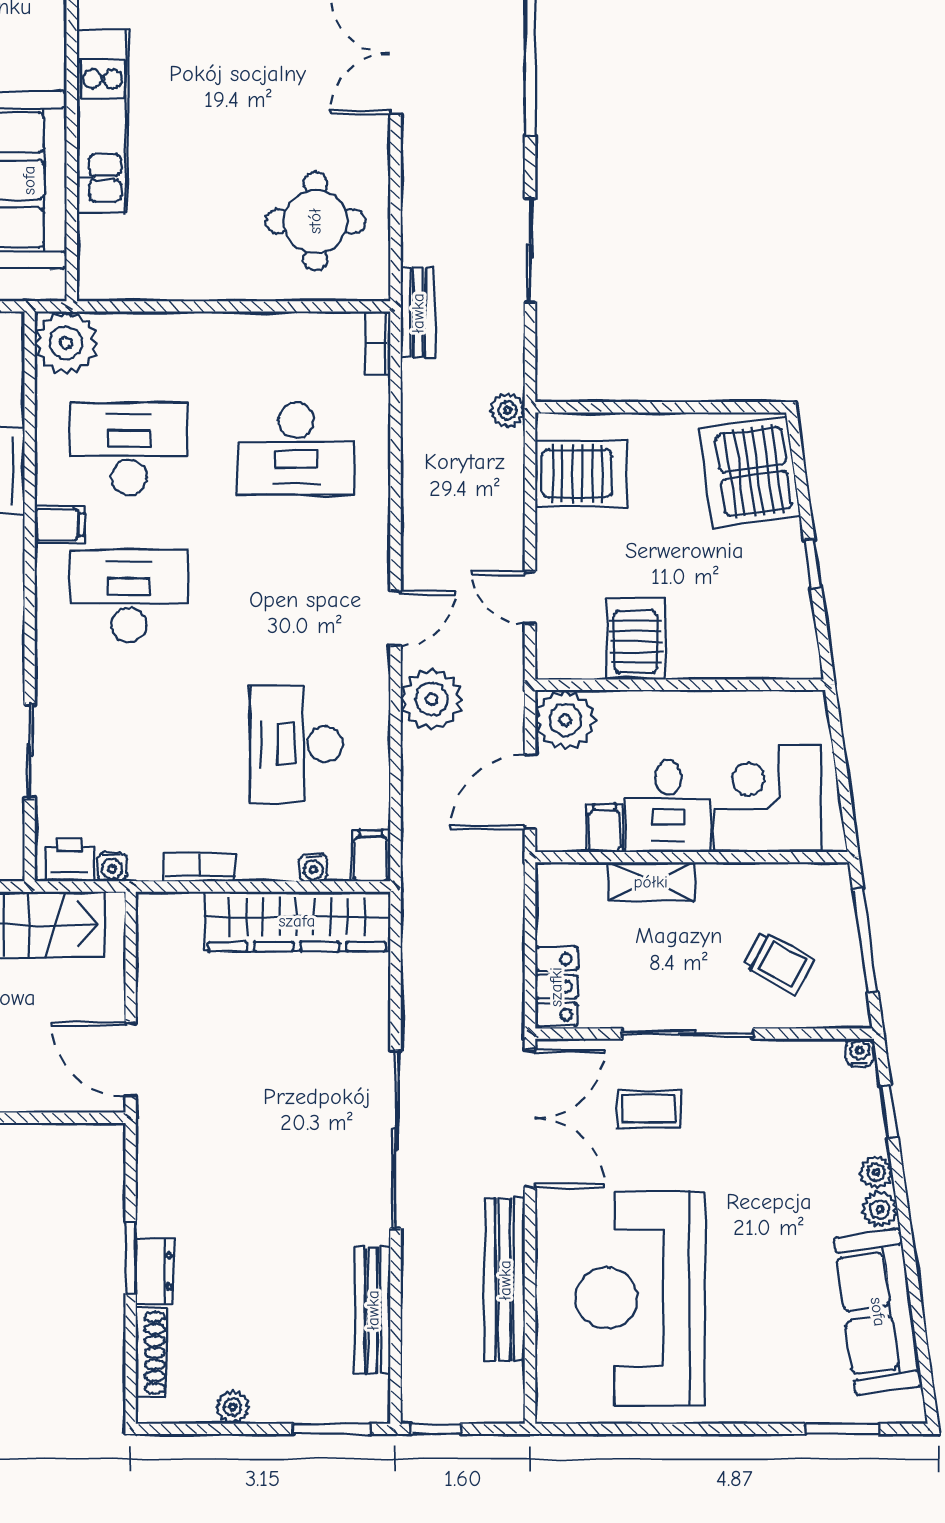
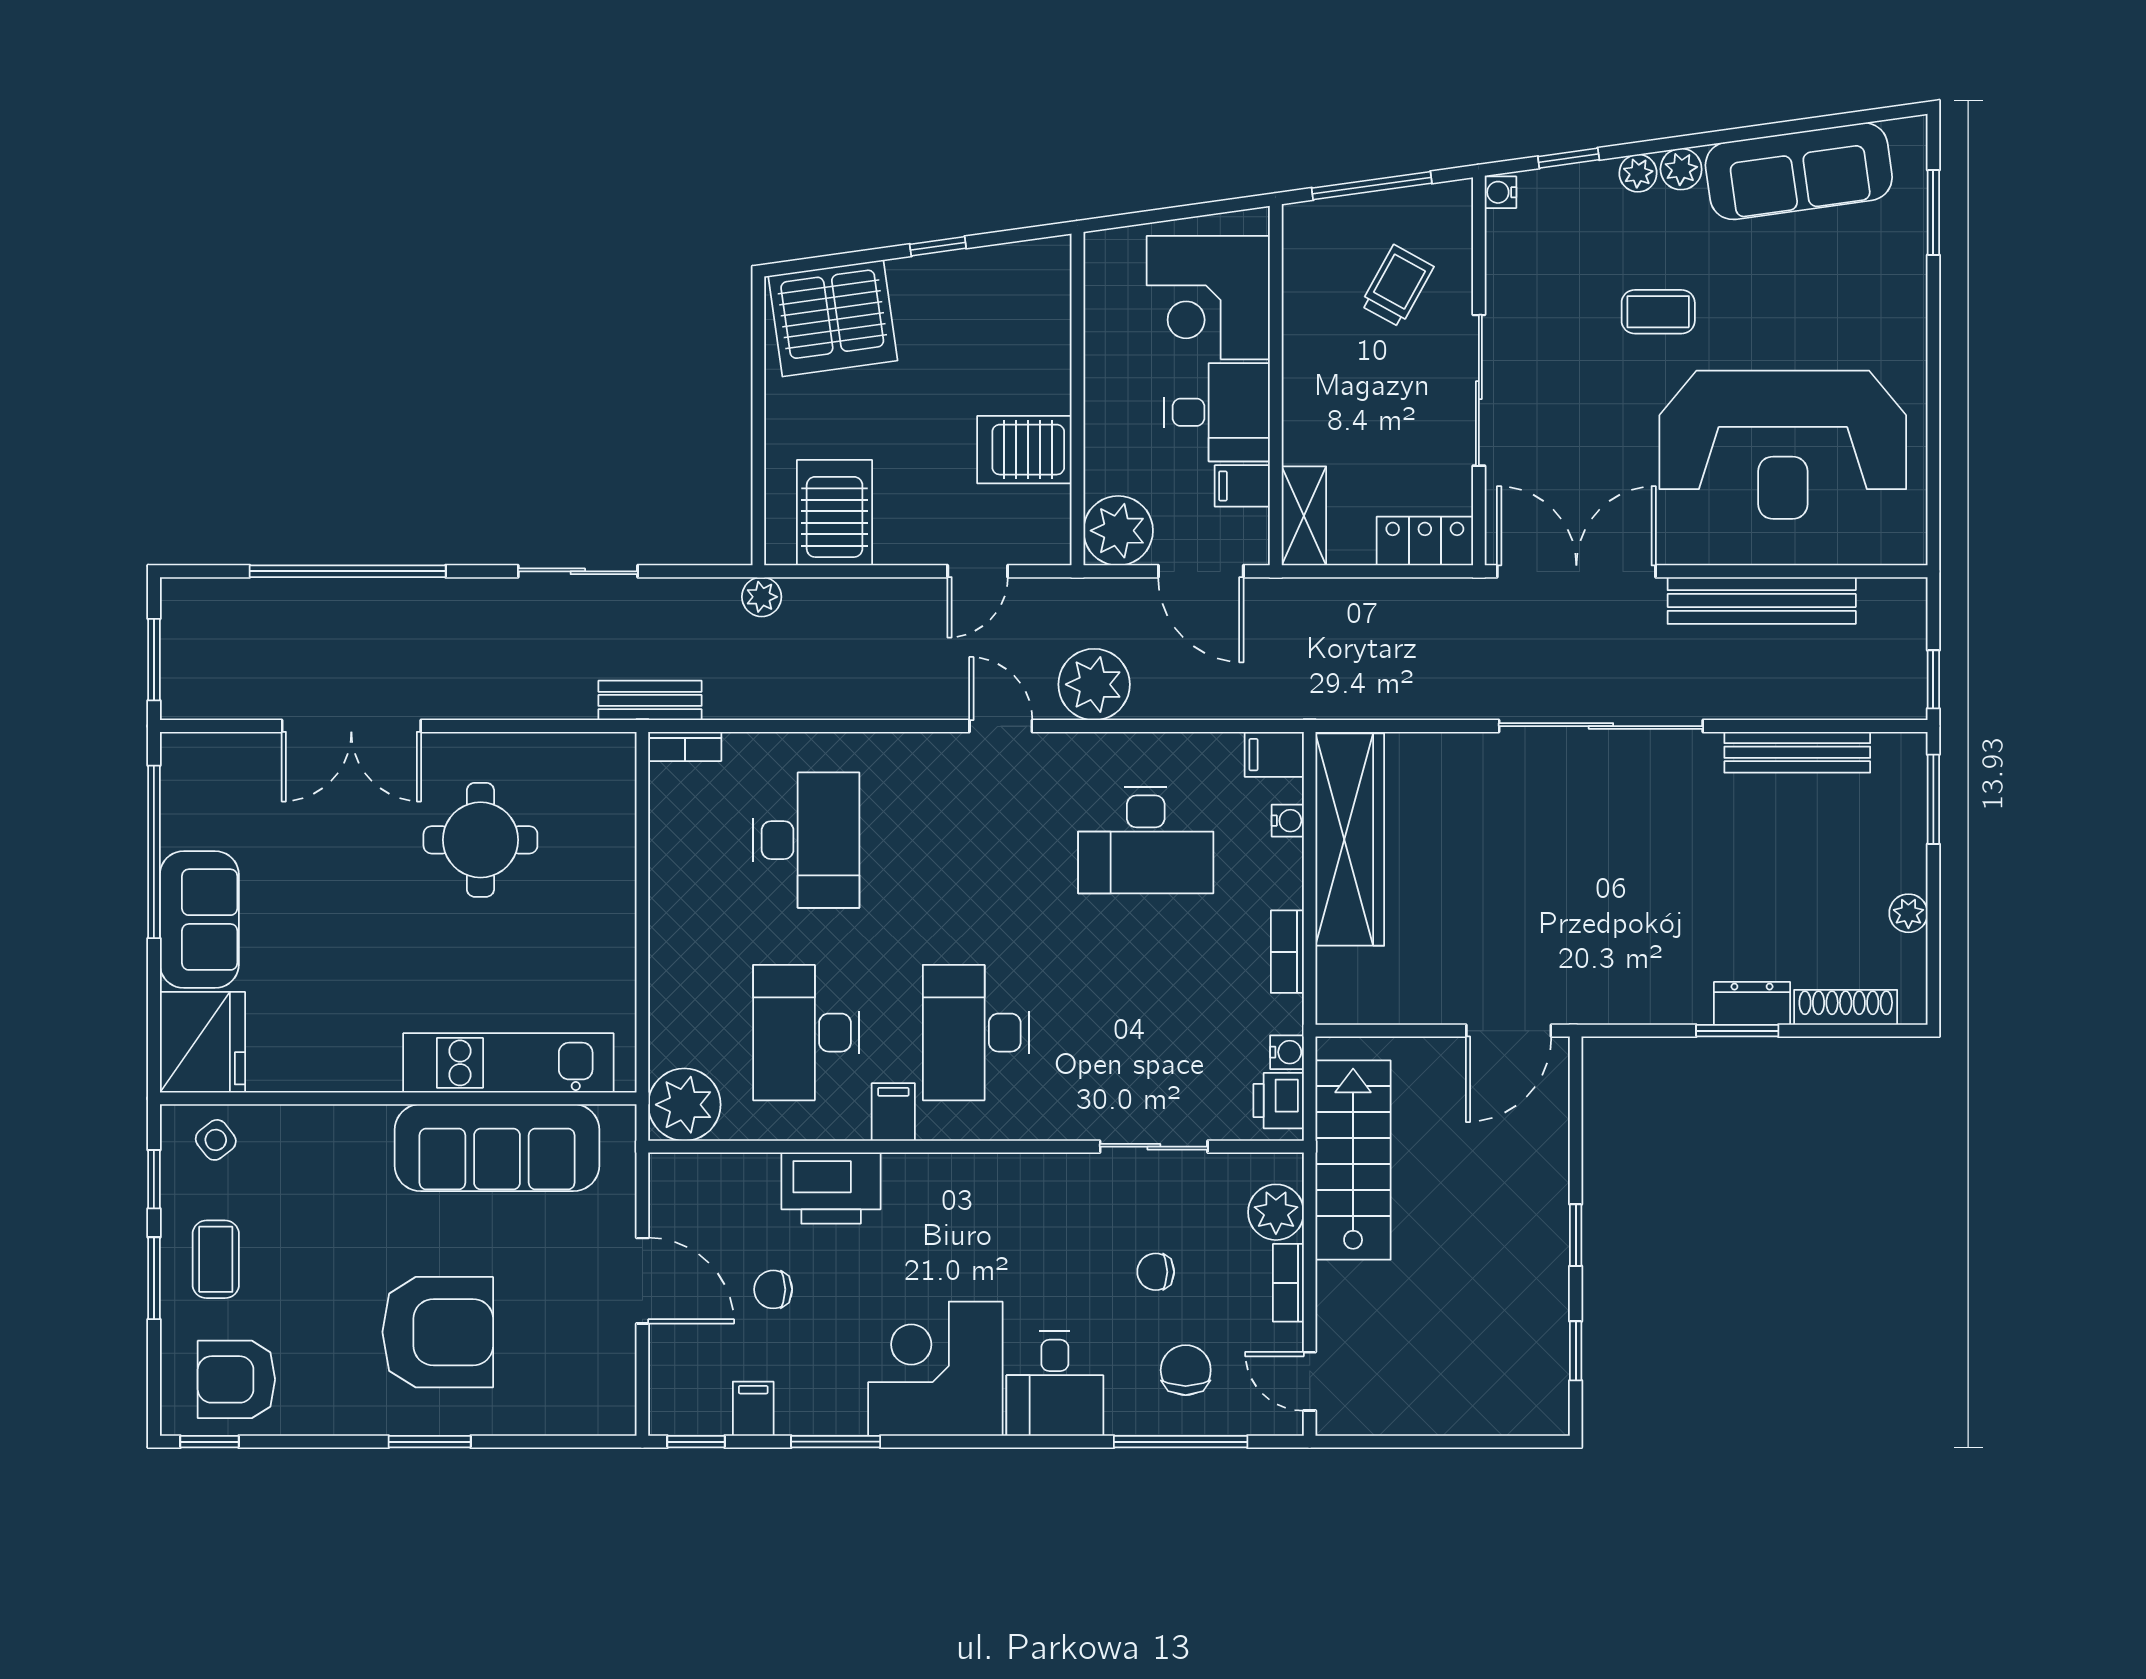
kitchen unit: (103, 121) -> (508, 1063), moved
round table: (315, 221) -> (480, 840), moved
shelving: (651, 882) -> (1304, 516), moved
coffee table: (649, 1109) -> (1658, 312), moved, turned 90

